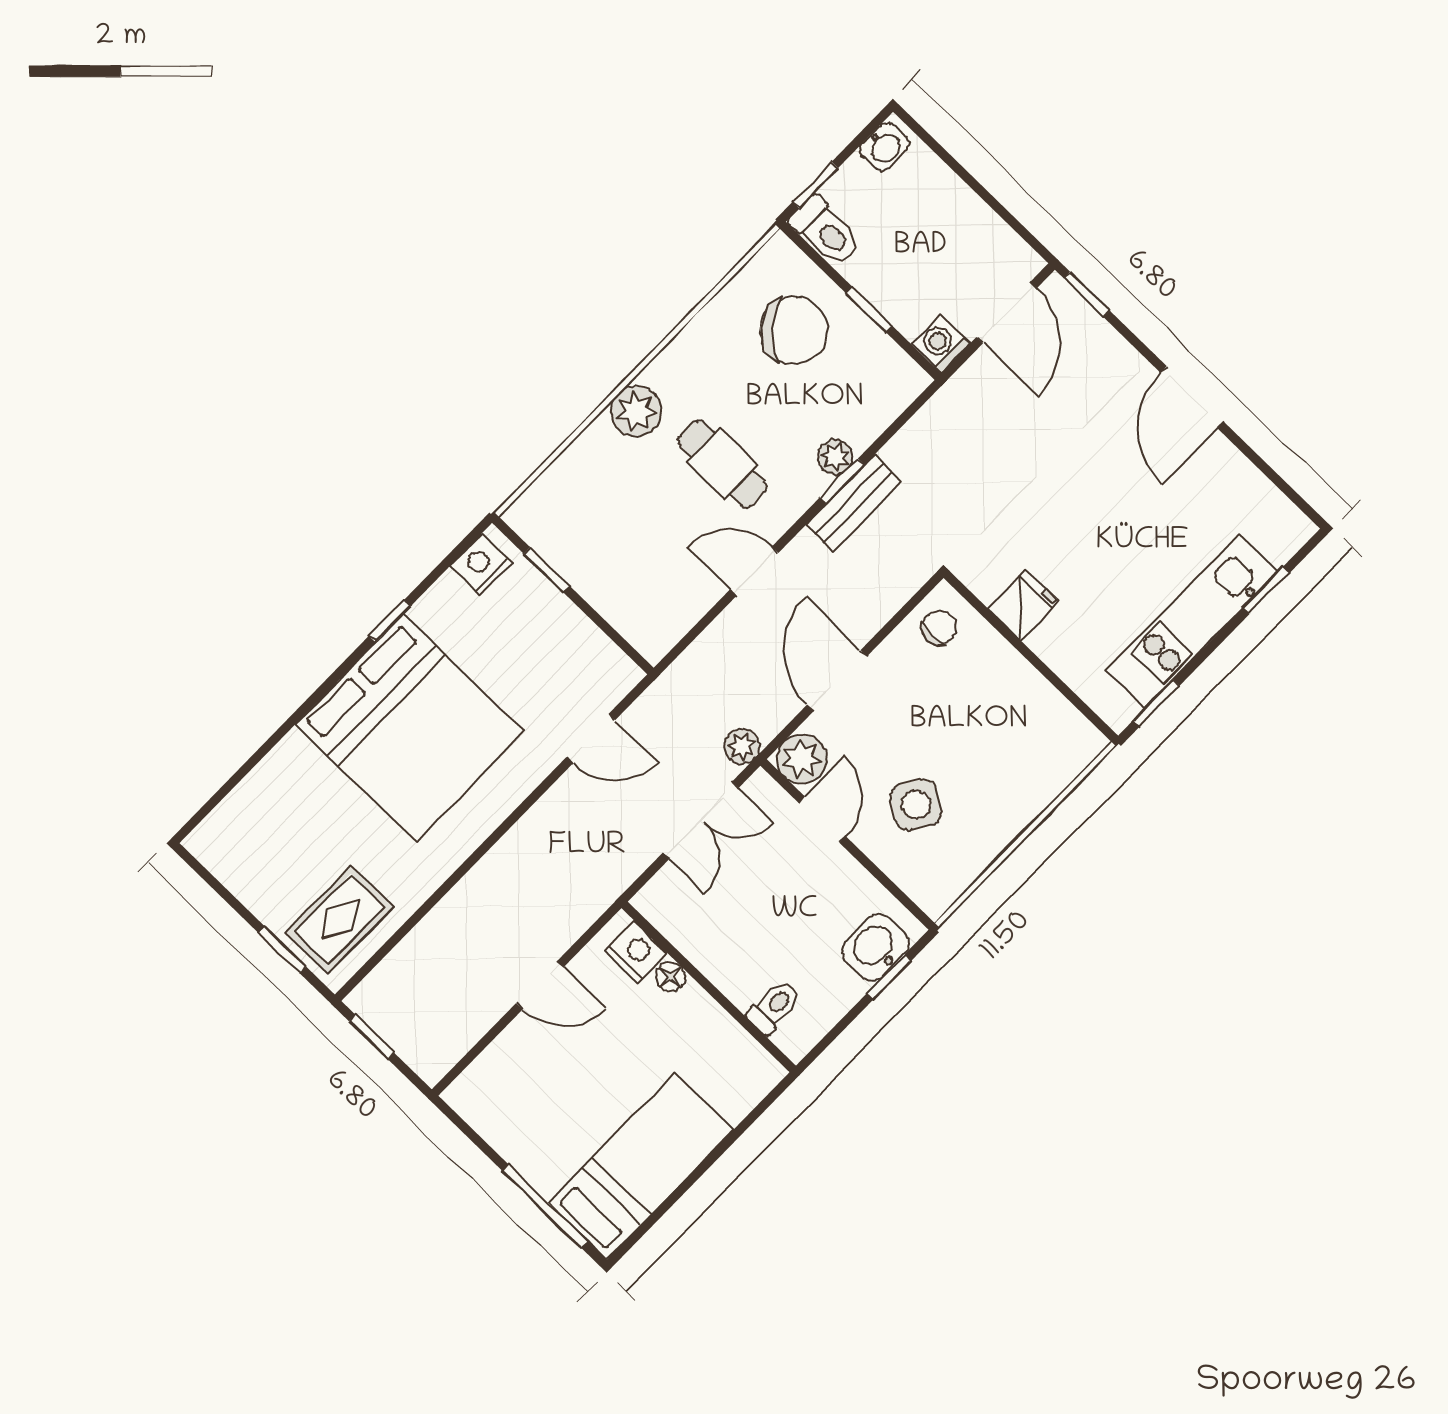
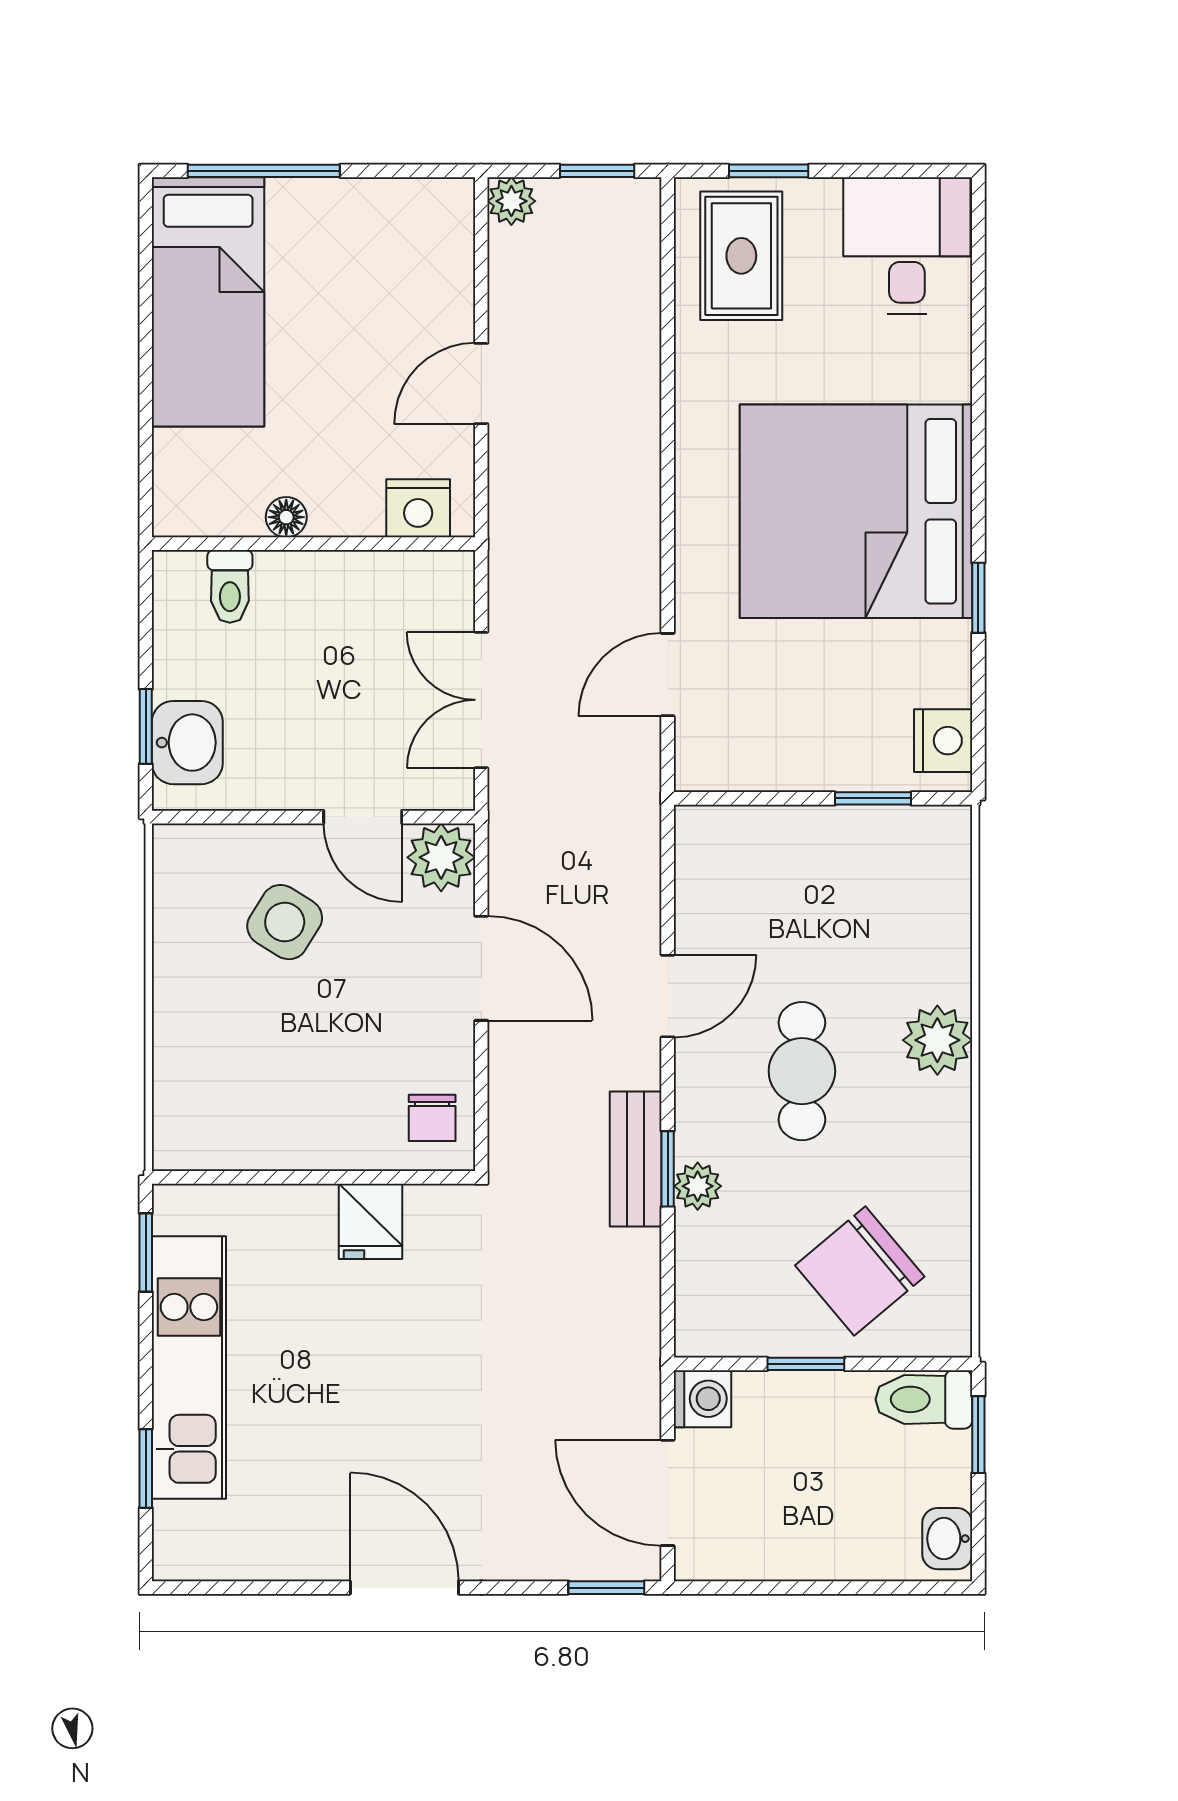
cafe table: (722, 464) -> (802, 1071), turned 90
plant: (742, 746) -> (511, 201), moved
desk: (248, 841) -> (907, 245), added
floor lamp: (670, 977) -> (286, 517), moved

